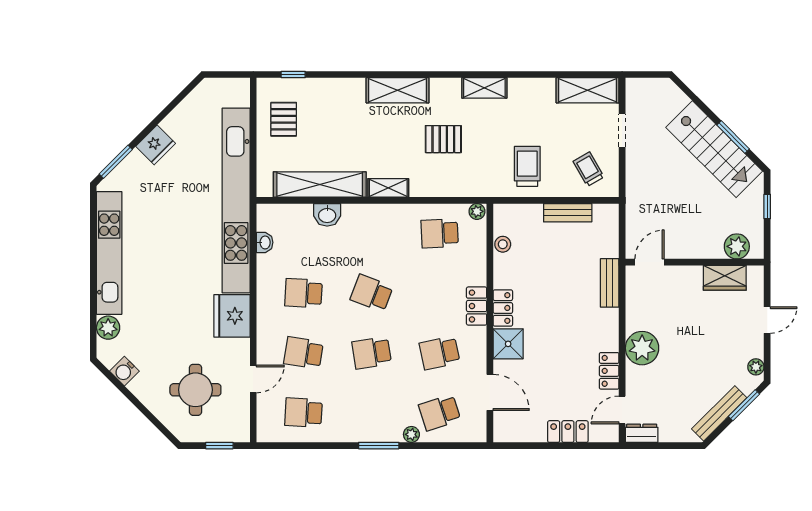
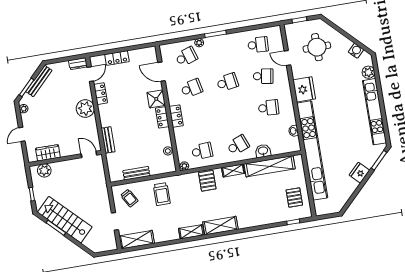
shelving: (398, 90) -> (220, 226), moved
pallet: (443, 139) -> (207, 181), moved, turned 90
door: (650, 262) -> (89, 154), swing flipped
school desk: (372, 293) -> (238, 145), moved, turned -42
door: (253, 379) -> (287, 58), hinge flipped

